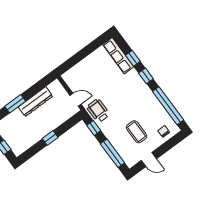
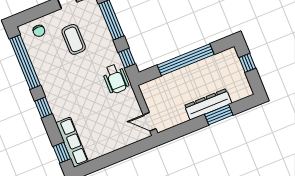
window: (133, 58) -> (62, 153), moved
door: (75, 100) -> (150, 122), moved
dresser: (36, 102) -> (208, 104), moved
window: (50, 138) -> (186, 60), width x3.17

